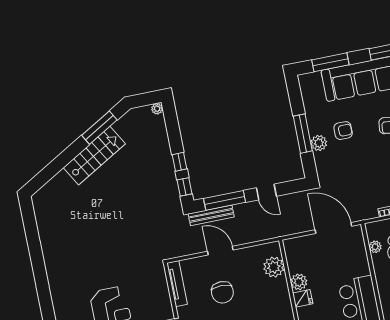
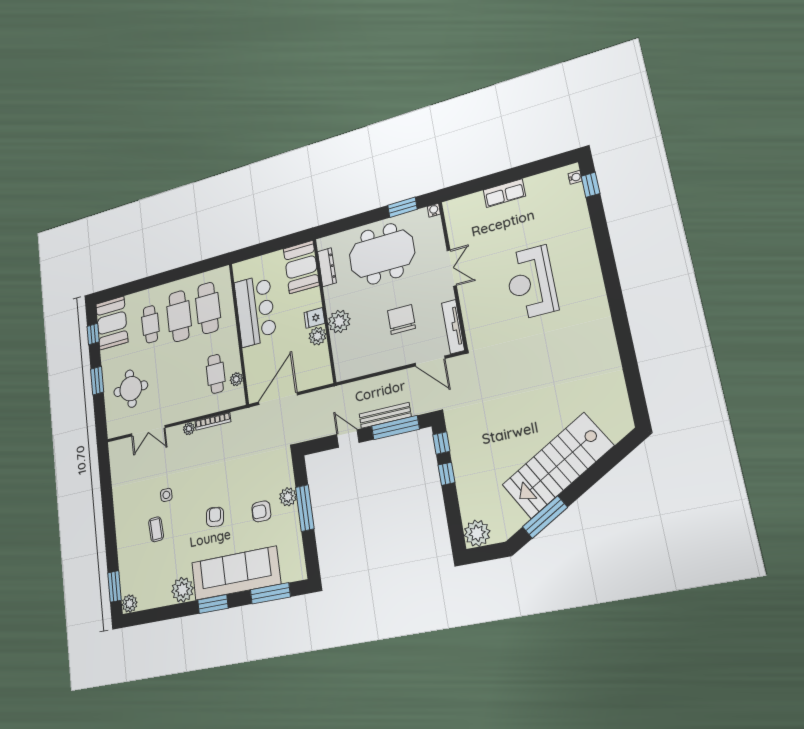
plant: (157, 109) -> (477, 533), width x1.87, depth x1.87
stairs: (94, 156) -> (558, 465), width x1.36, depth x1.51
bench: (211, 215) -> (385, 415), moved
door: (333, 228) -> (278, 399), swing flipped
door: (220, 251) -> (430, 361), moved
plant: (274, 267) -> (339, 321), moved

